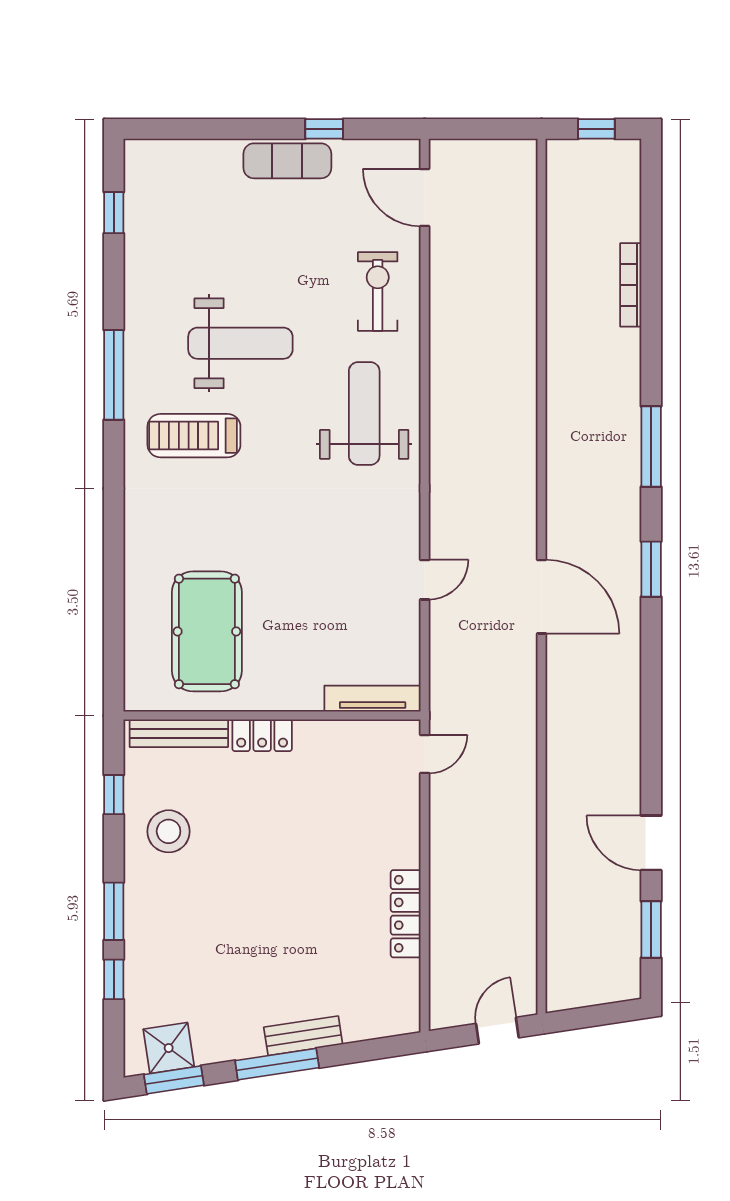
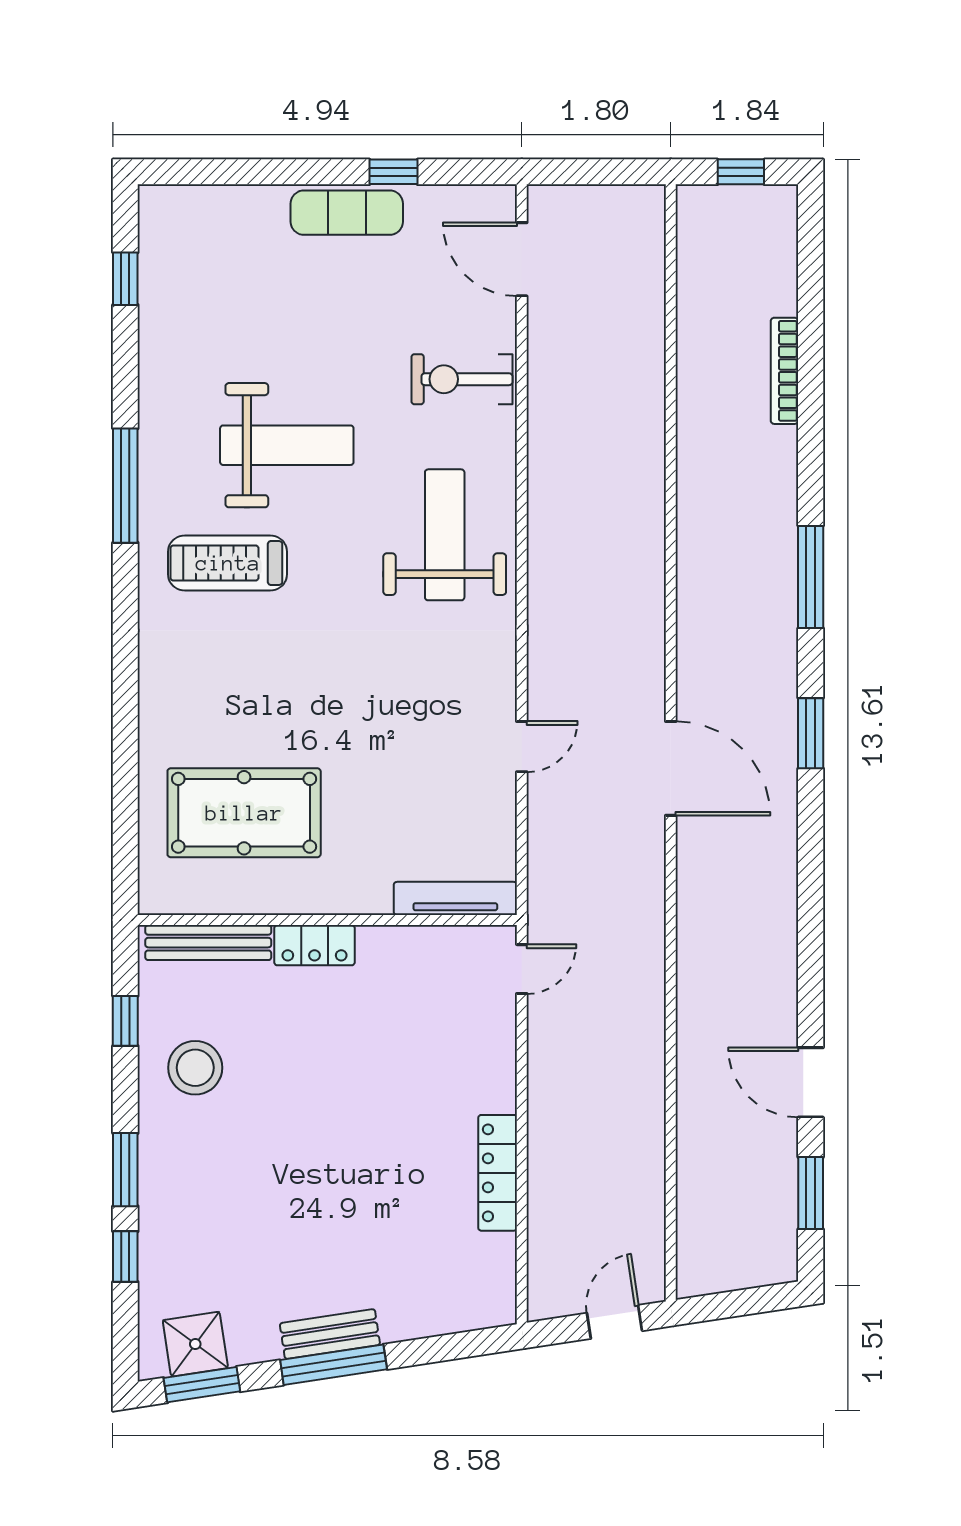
exercise bike: (378, 292) -> (462, 379), turned -90
pool table: (207, 631) -> (244, 813), turned 90
bench: (303, 1036) -> (330, 1334), moved

